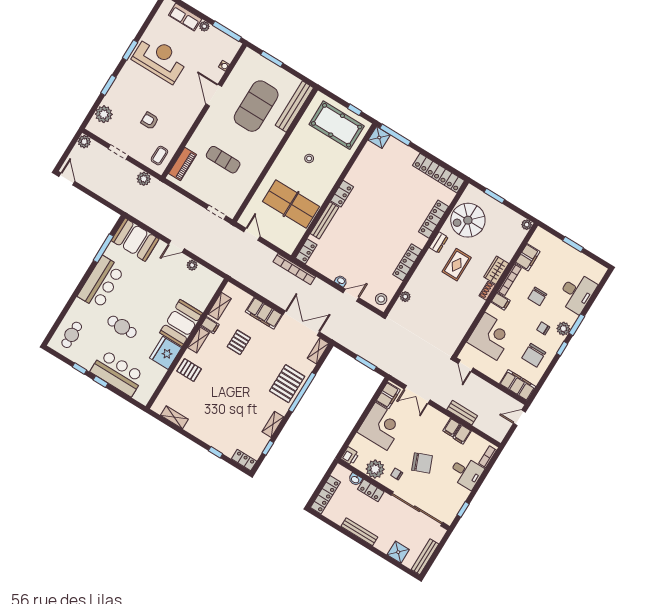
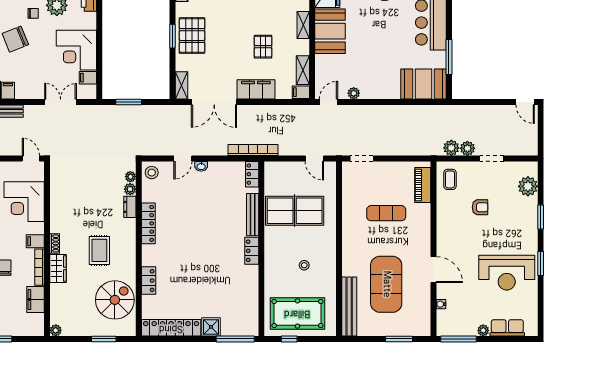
shower: (379, 138) -> (211, 327), moved
plant: (84, 142) -> (467, 148), moved
locker: (434, 219) -> (149, 281), width x0.66
dresser: (439, 242) -> (130, 207), moved
door: (176, 246) -> (329, 102), moved
plant: (399, 306) -> (130, 177), added
filing cabinet: (210, 325) -> (301, 92), moved
window: (302, 392) -> (173, 36), width x0.47
filing cabinet: (388, 395) -> (88, 78), width x0.50

